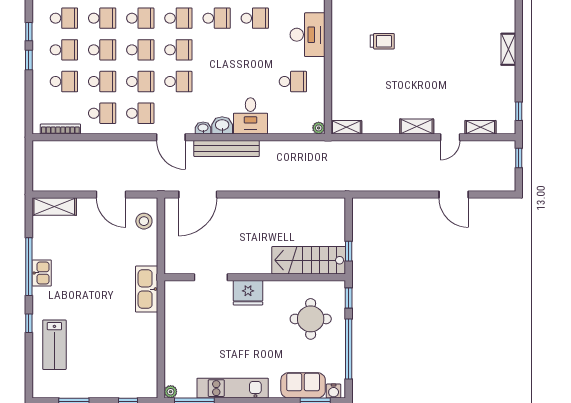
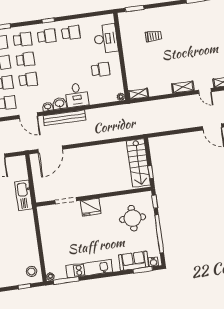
door: (450, 137) -> (205, 91), hinge flipped
stool: (144, 221) -> (31, 271), moved
stairs: (309, 260) -> (138, 163), moved, turned -90
kitchen sink: (147, 289) -> (24, 195), moved

